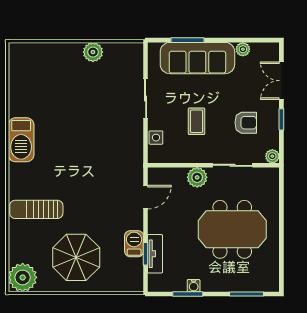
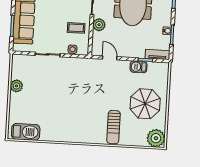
coffee table: (197, 121) -> (76, 28), moved
barbecue: (21, 140) -> (26, 132), moved
tv unit: (155, 254) -> (157, 55), moved

